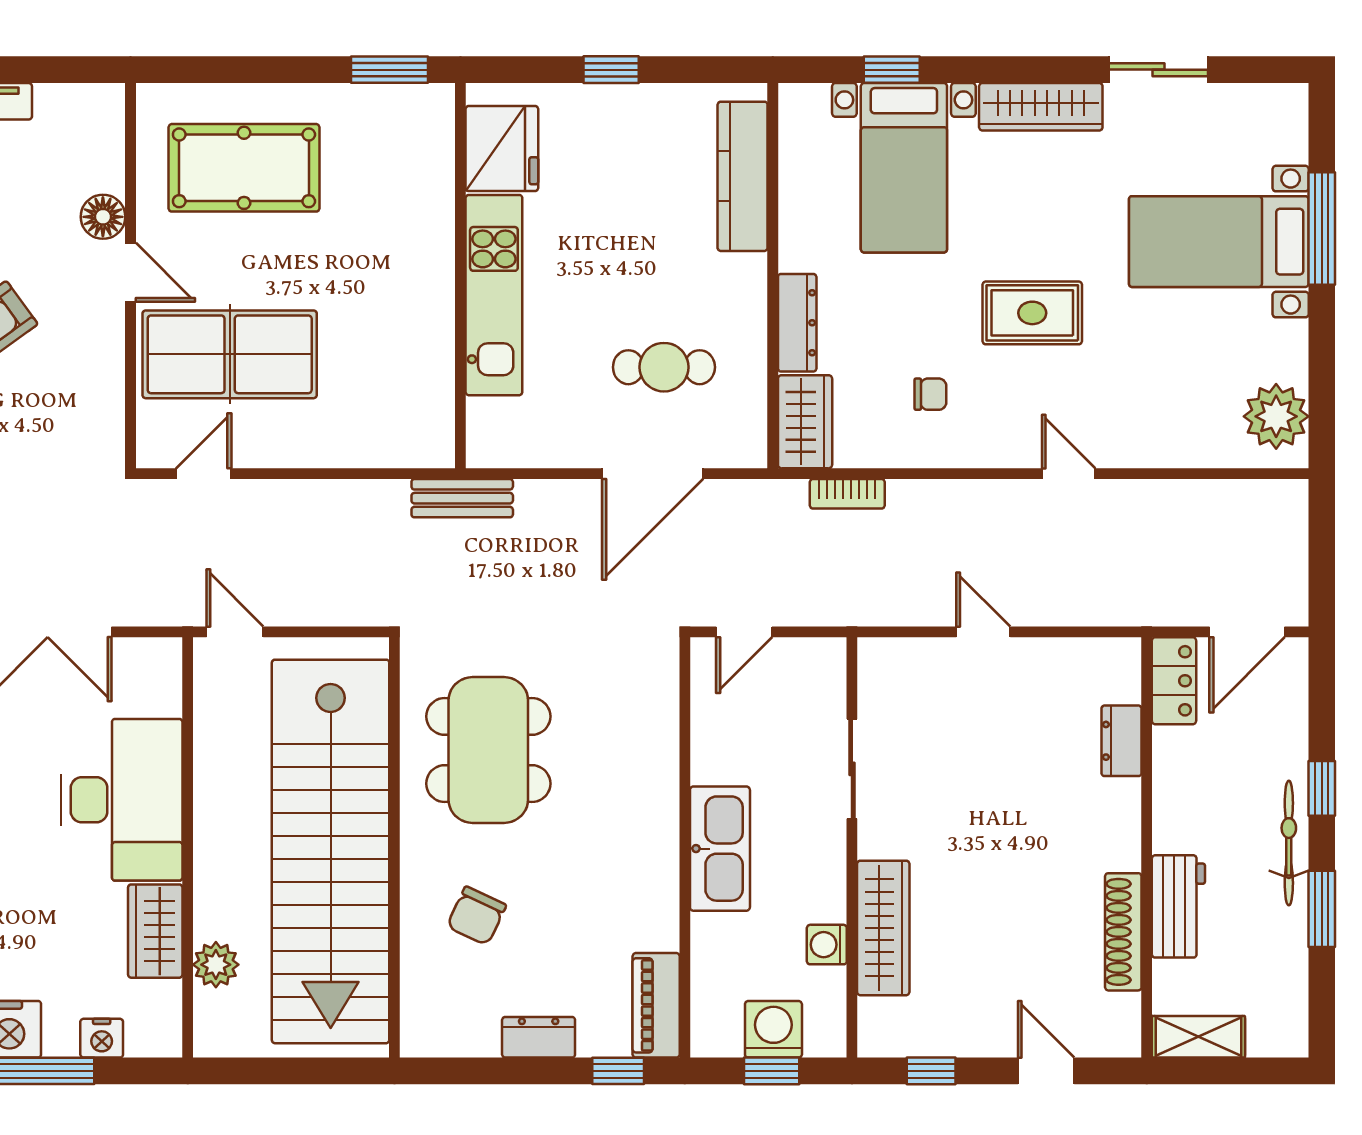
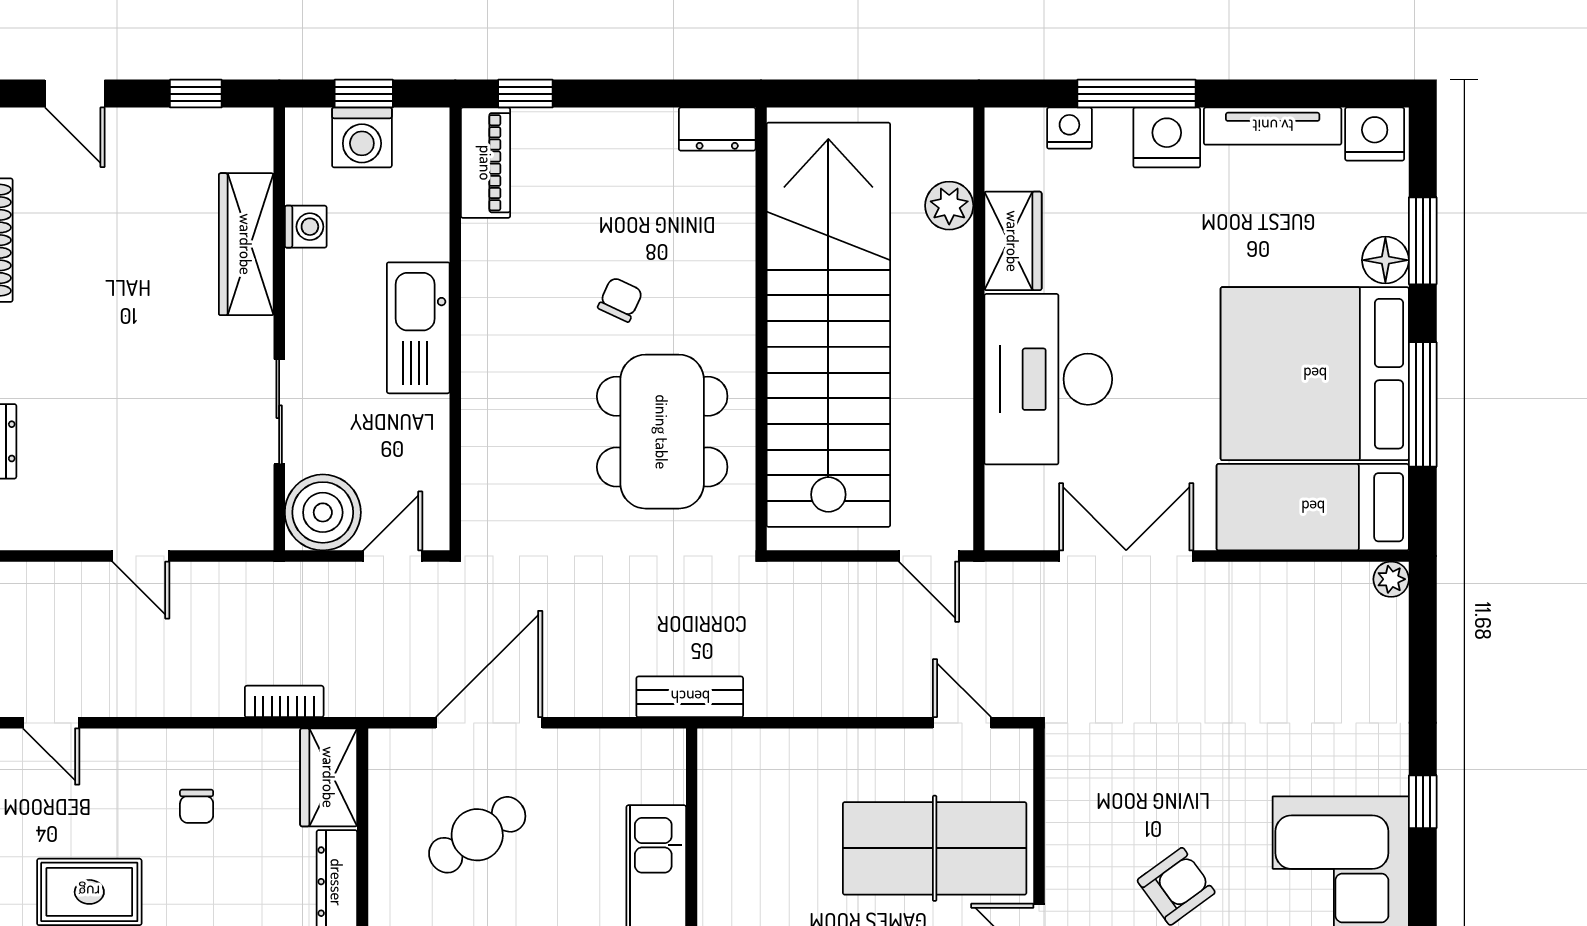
cafe table: (664, 367) -> (477, 835), turned -33
chair: (930, 394) -> (197, 806), turned -90
door: (204, 474) -> (962, 723), swing flipped
boiler: (811, 673) -> (323, 512), added
chair: (476, 916) -> (620, 299), moved, width x0.73, depth x0.73
dresser: (539, 1037) -> (717, 129), moved

